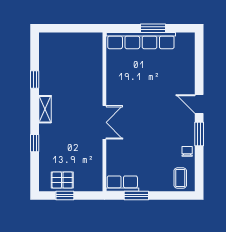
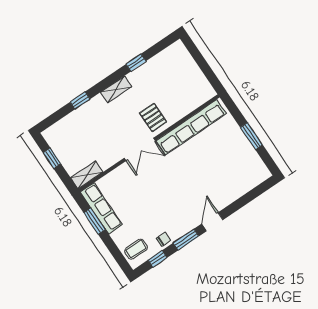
row of seats: (141, 41) -> (191, 127), moved, turned -90
window: (199, 166) -> (158, 259), added
shelving: (96, 177) -> (87, 175), added
pallet: (62, 180) -> (153, 117), moved
row of seats: (122, 184) -> (101, 208), width x1.48

